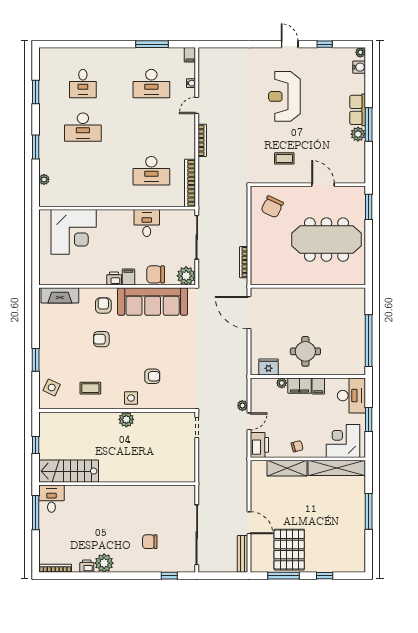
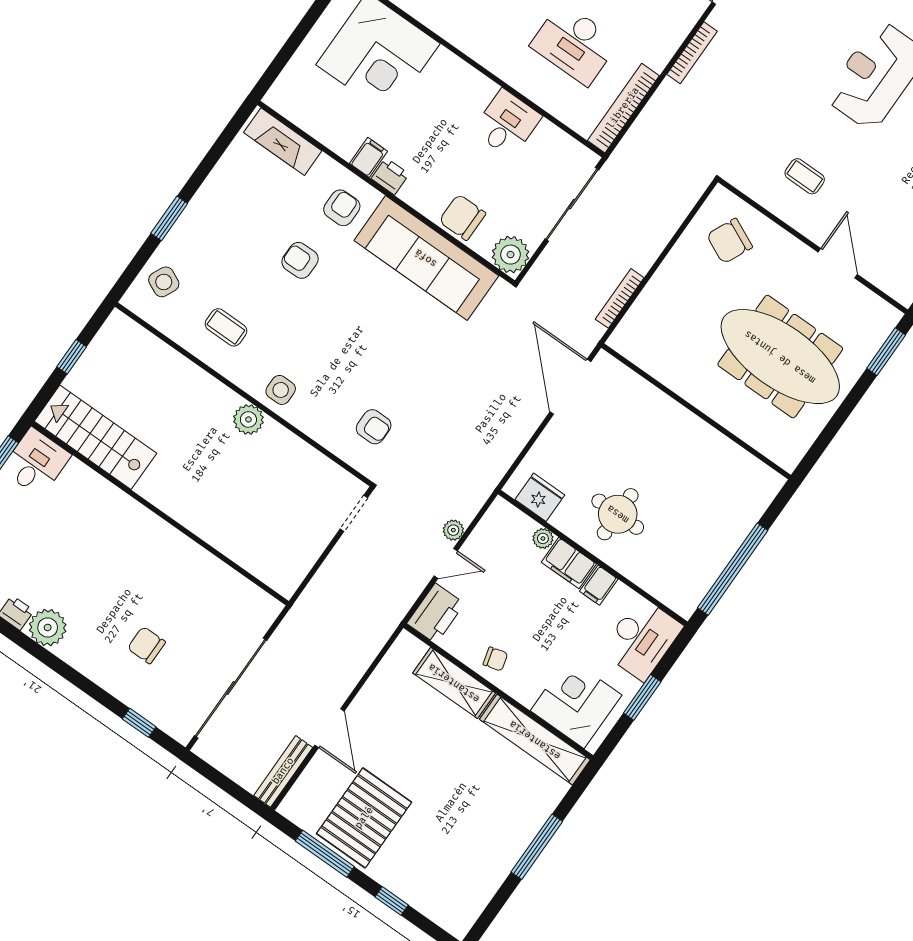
filing cabinet: (128, 277) -> (369, 157), moved
armchair: (152, 376) -> (374, 427), moved

